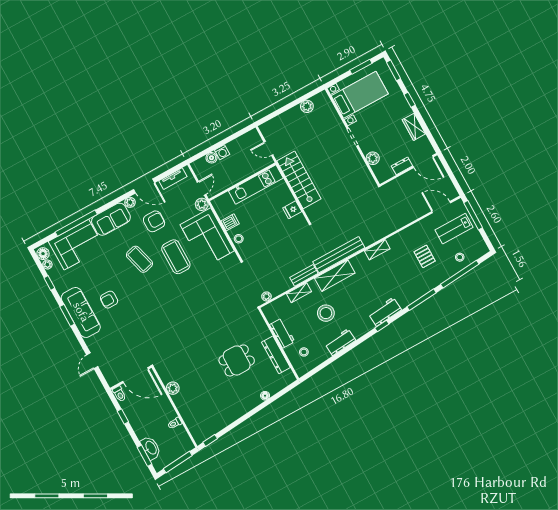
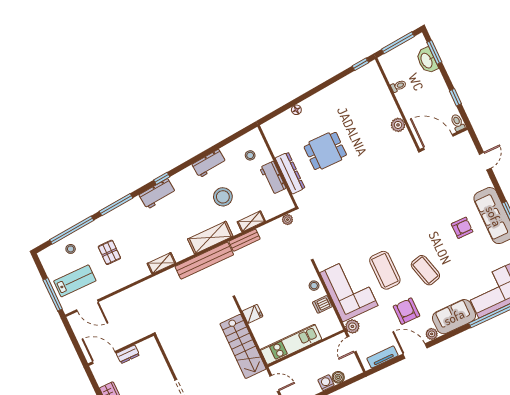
plant: (373, 158) -> (160, 365), removed
armchair: (154, 221) -> (407, 311), turned 90
dresser: (276, 355) -> (290, 173), moved

